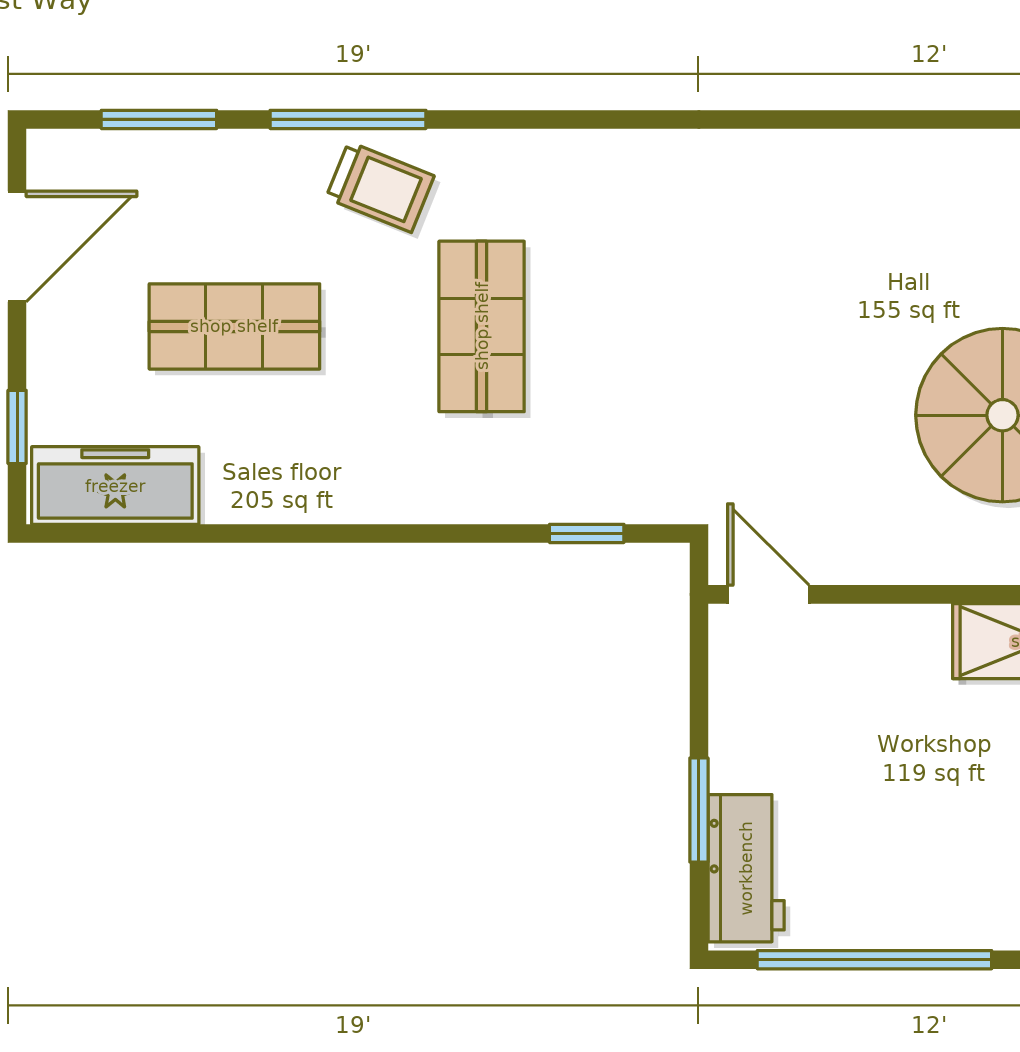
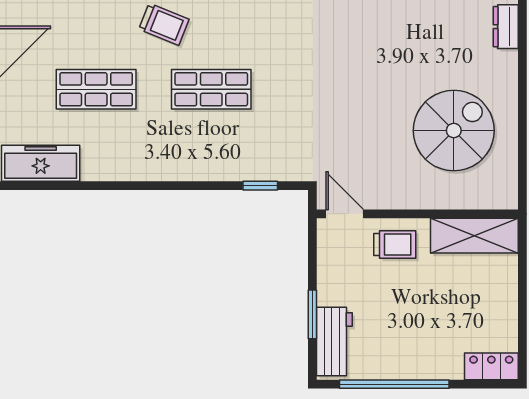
shop shelf: (482, 326) -> (211, 89), turned 90
trolley: (876, 660) -> (395, 244), added

